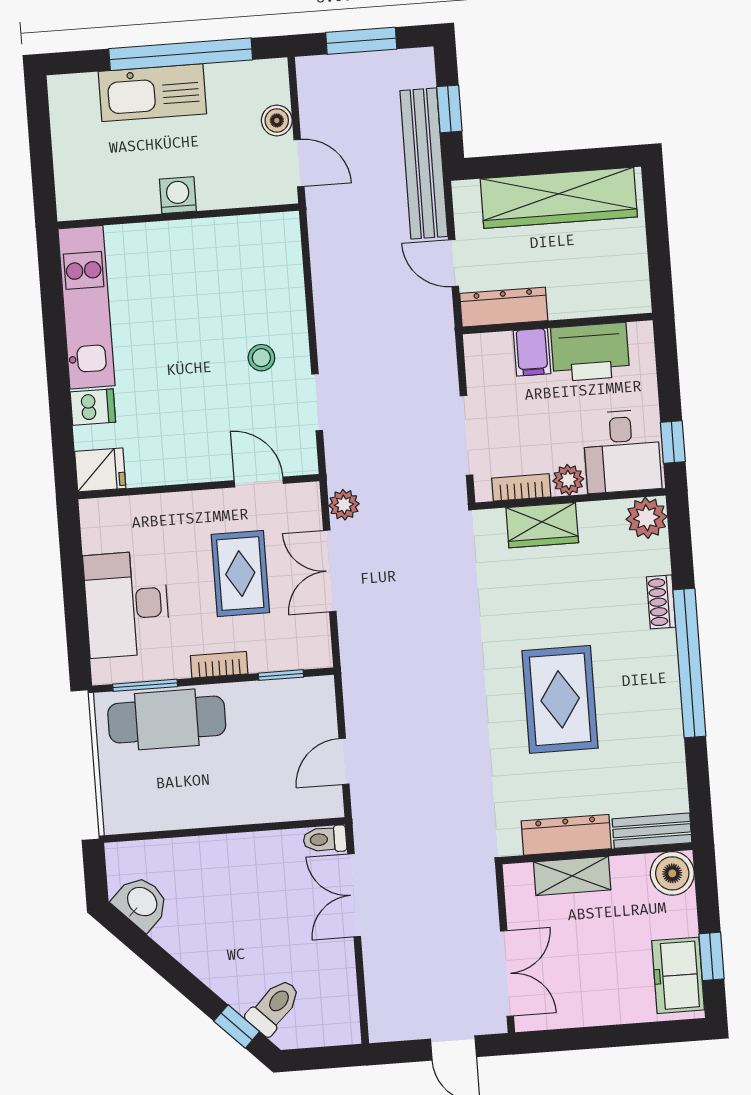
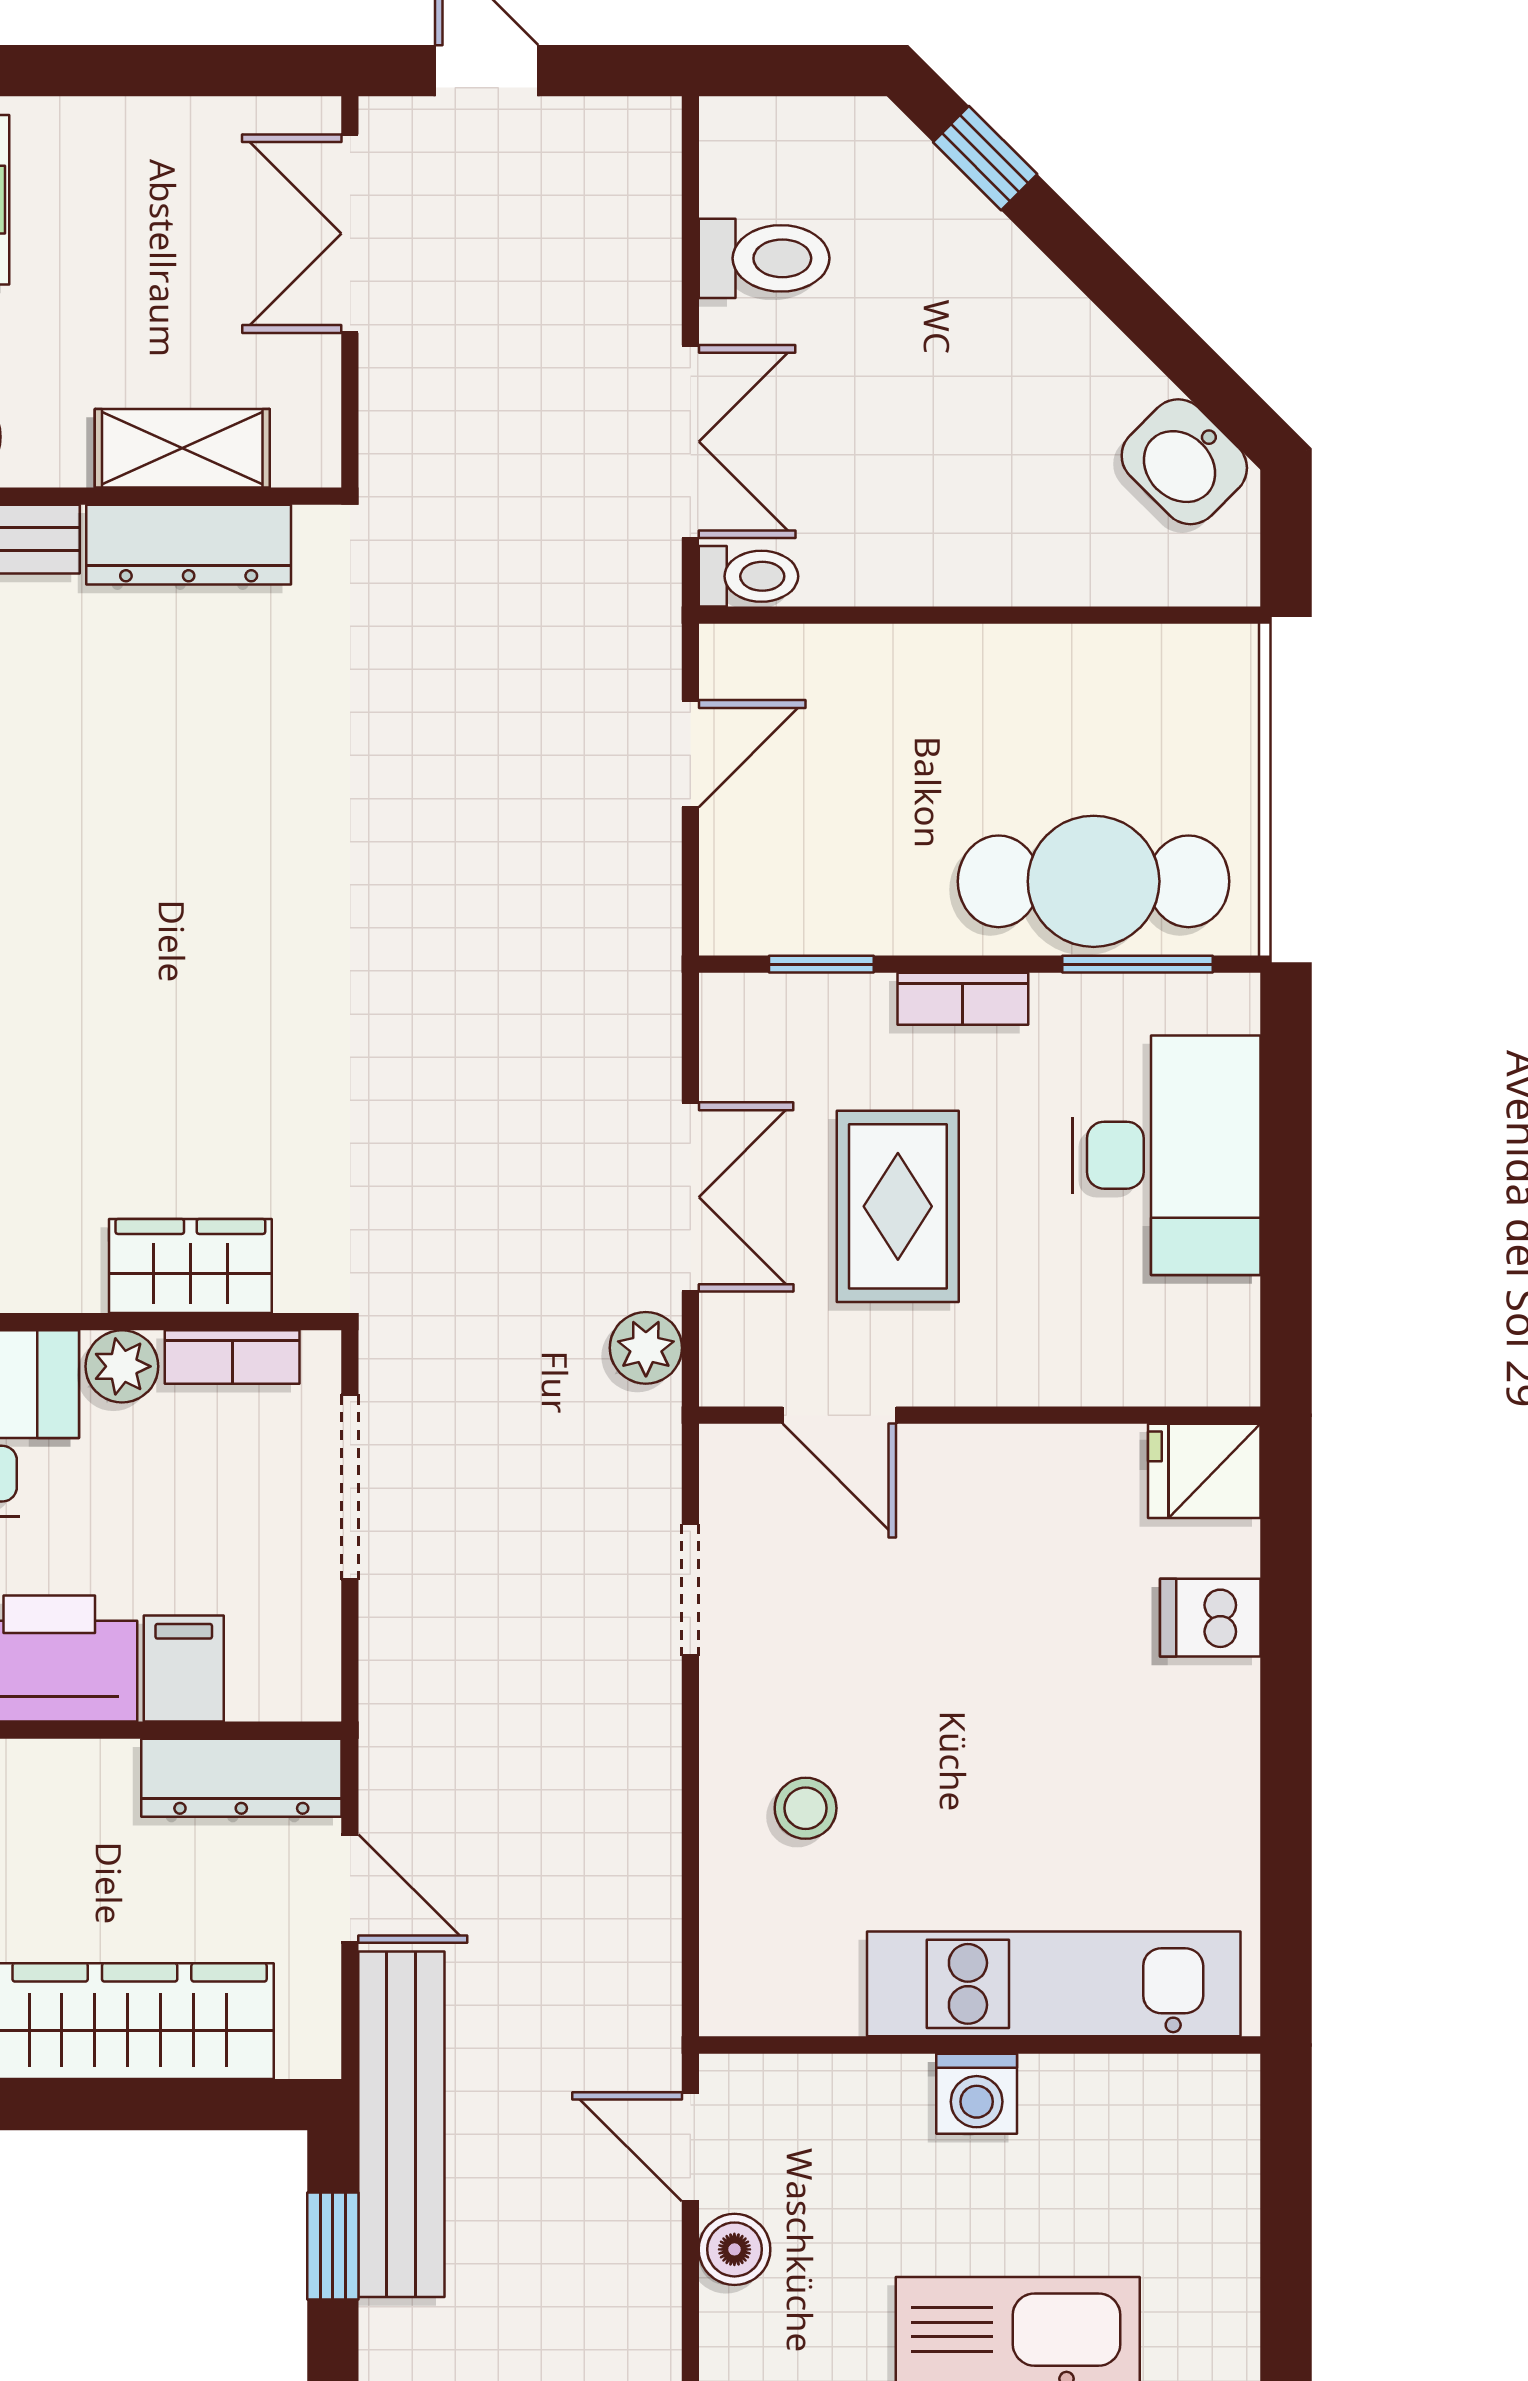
kitchen unit: (86, 307) -> (1054, 1984), moved, turned 90
stool: (261, 358) -> (806, 1808), moved
rug: (560, 699) -> (179, 859), removed
toilet: (274, 1007) -> (764, 258), moved, turned -135

